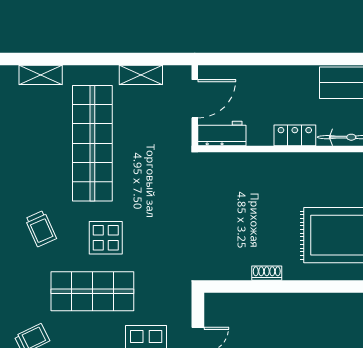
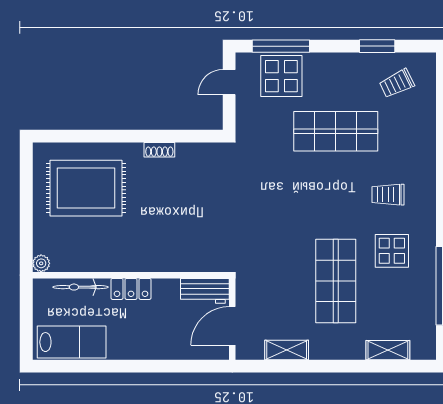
shop shelf: (92, 143) -> (336, 281), width x0.71
trolley: (41, 229) -> (388, 195), turned -66
display table: (106, 238) -> (392, 251), moved

